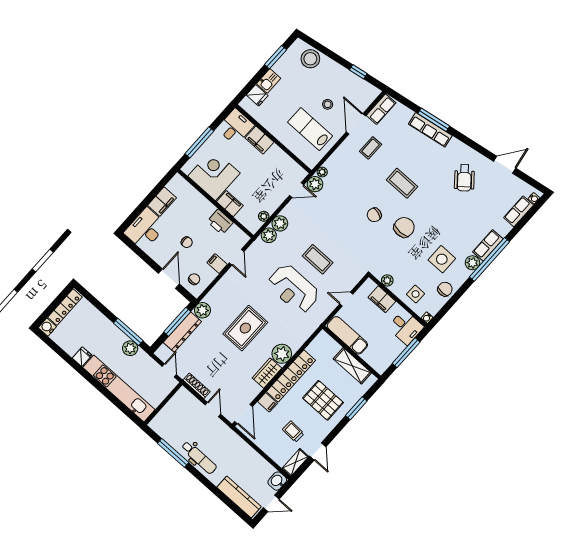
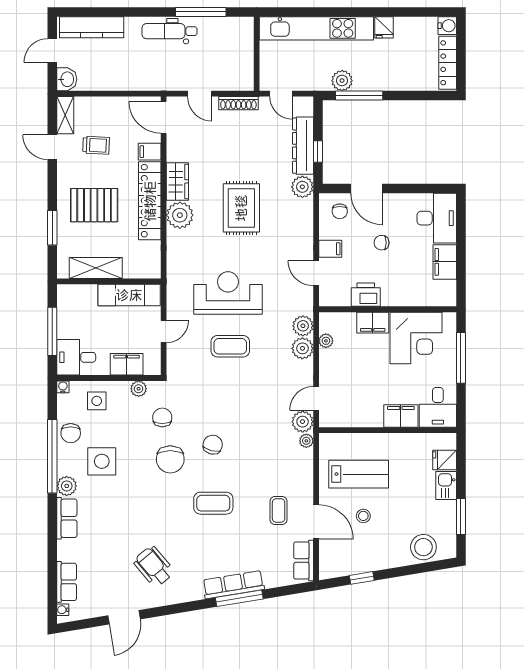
chair: (388, 254) -> (162, 417), added
window: (489, 259) -> (52, 456), moved
window: (177, 322) -> (318, 151), width x0.46

